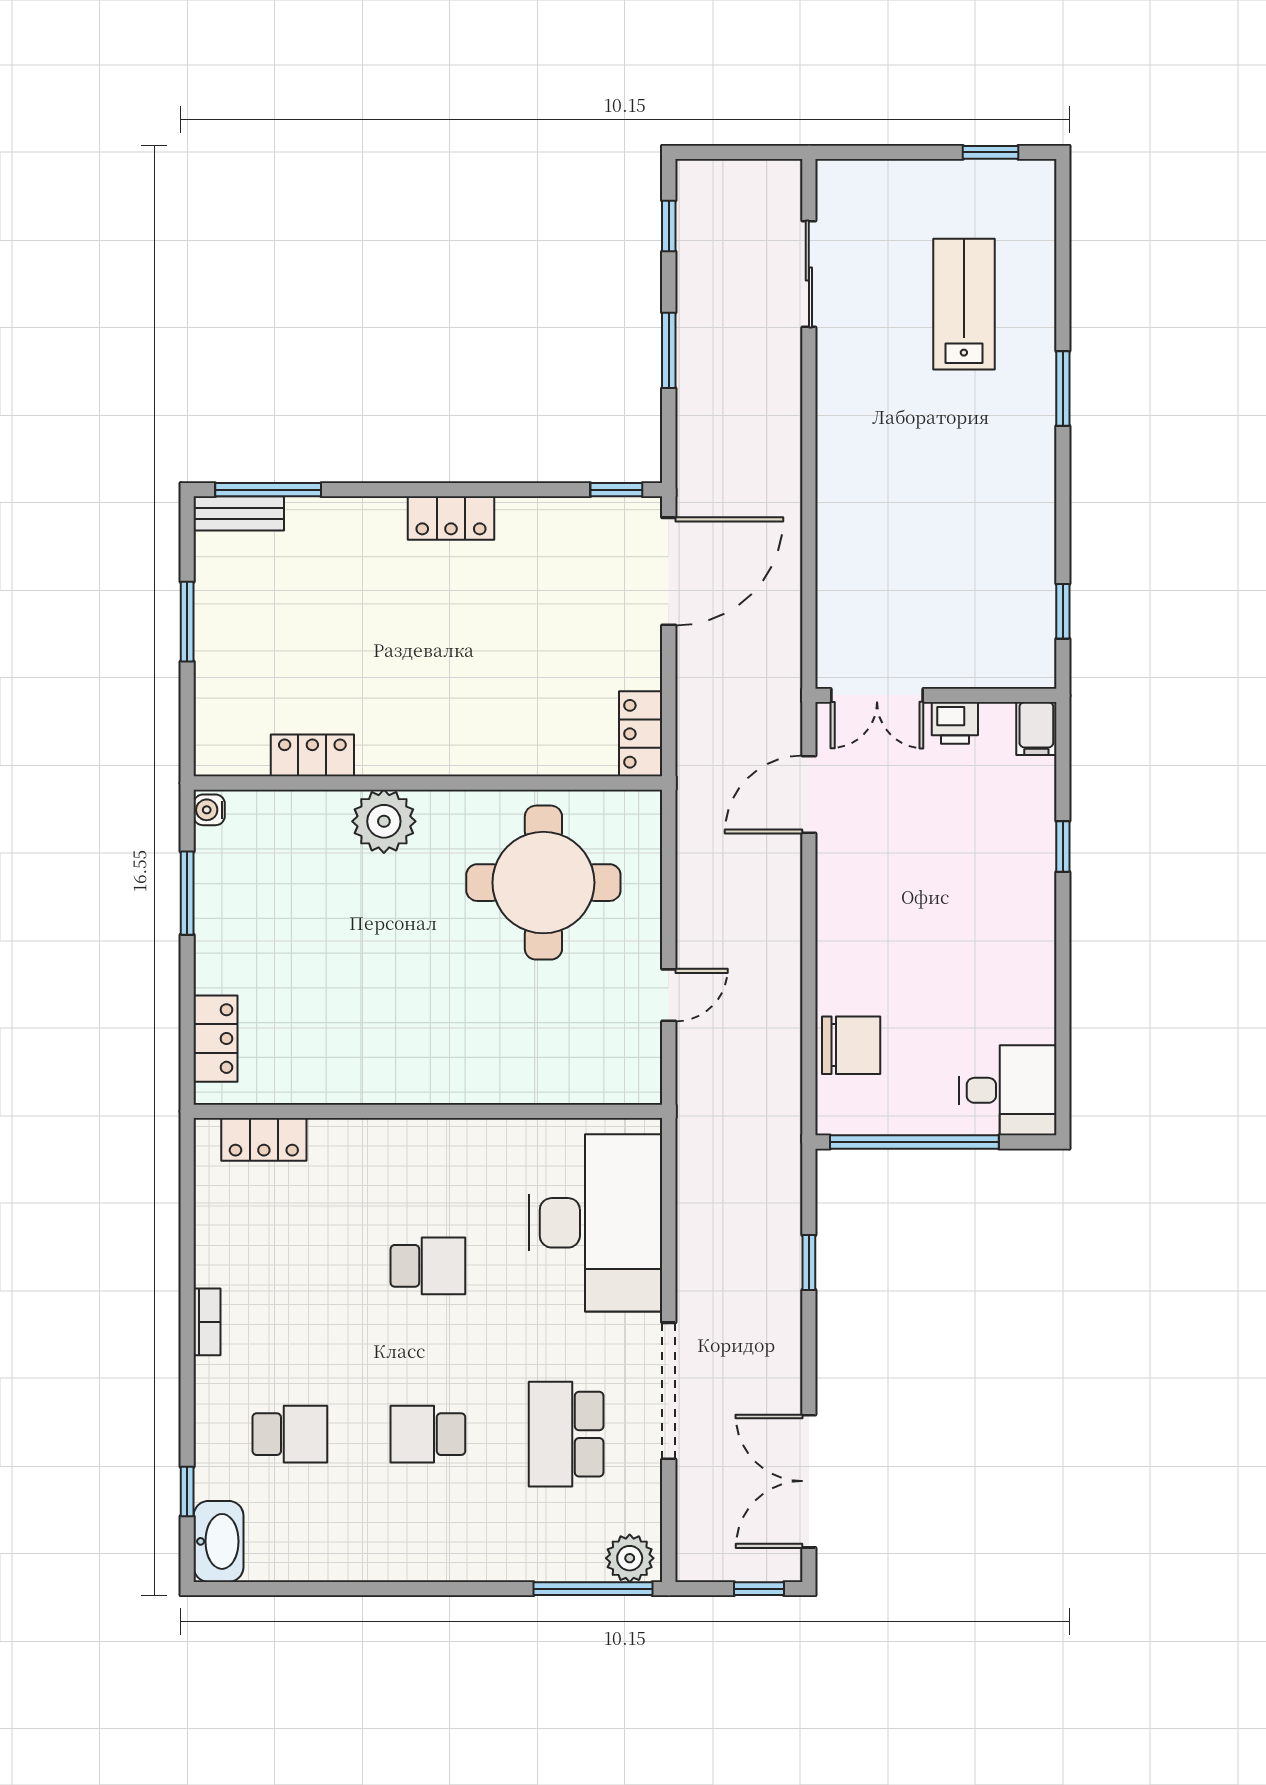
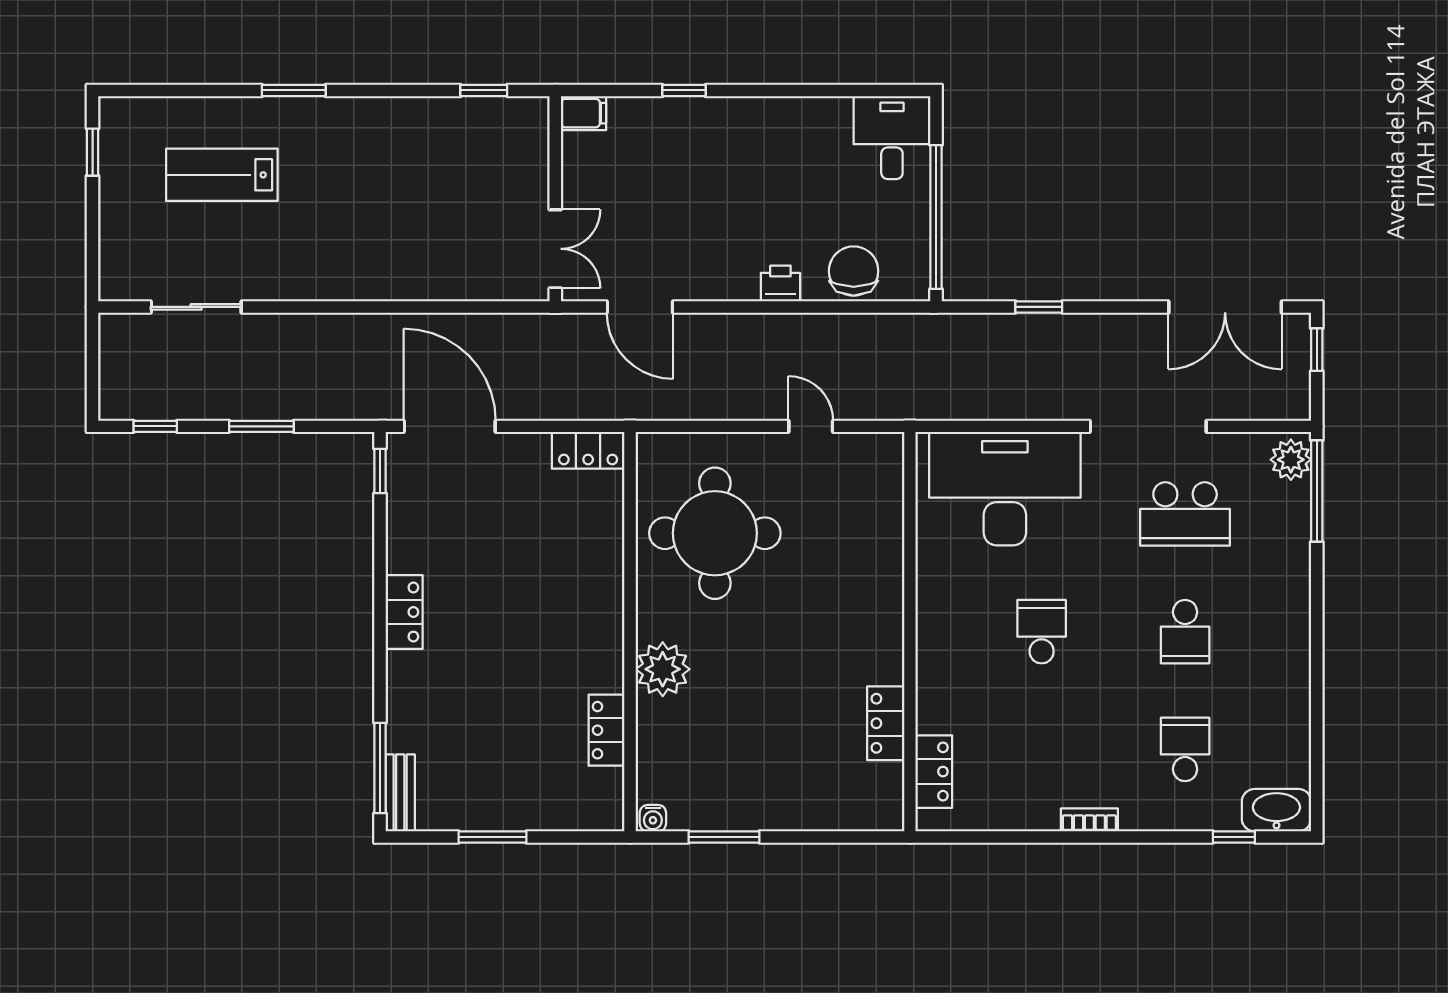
printer: (955, 723) -> (780, 283), moved, turned -90
locker: (216, 1039) -> (886, 723), moved, turned -90

